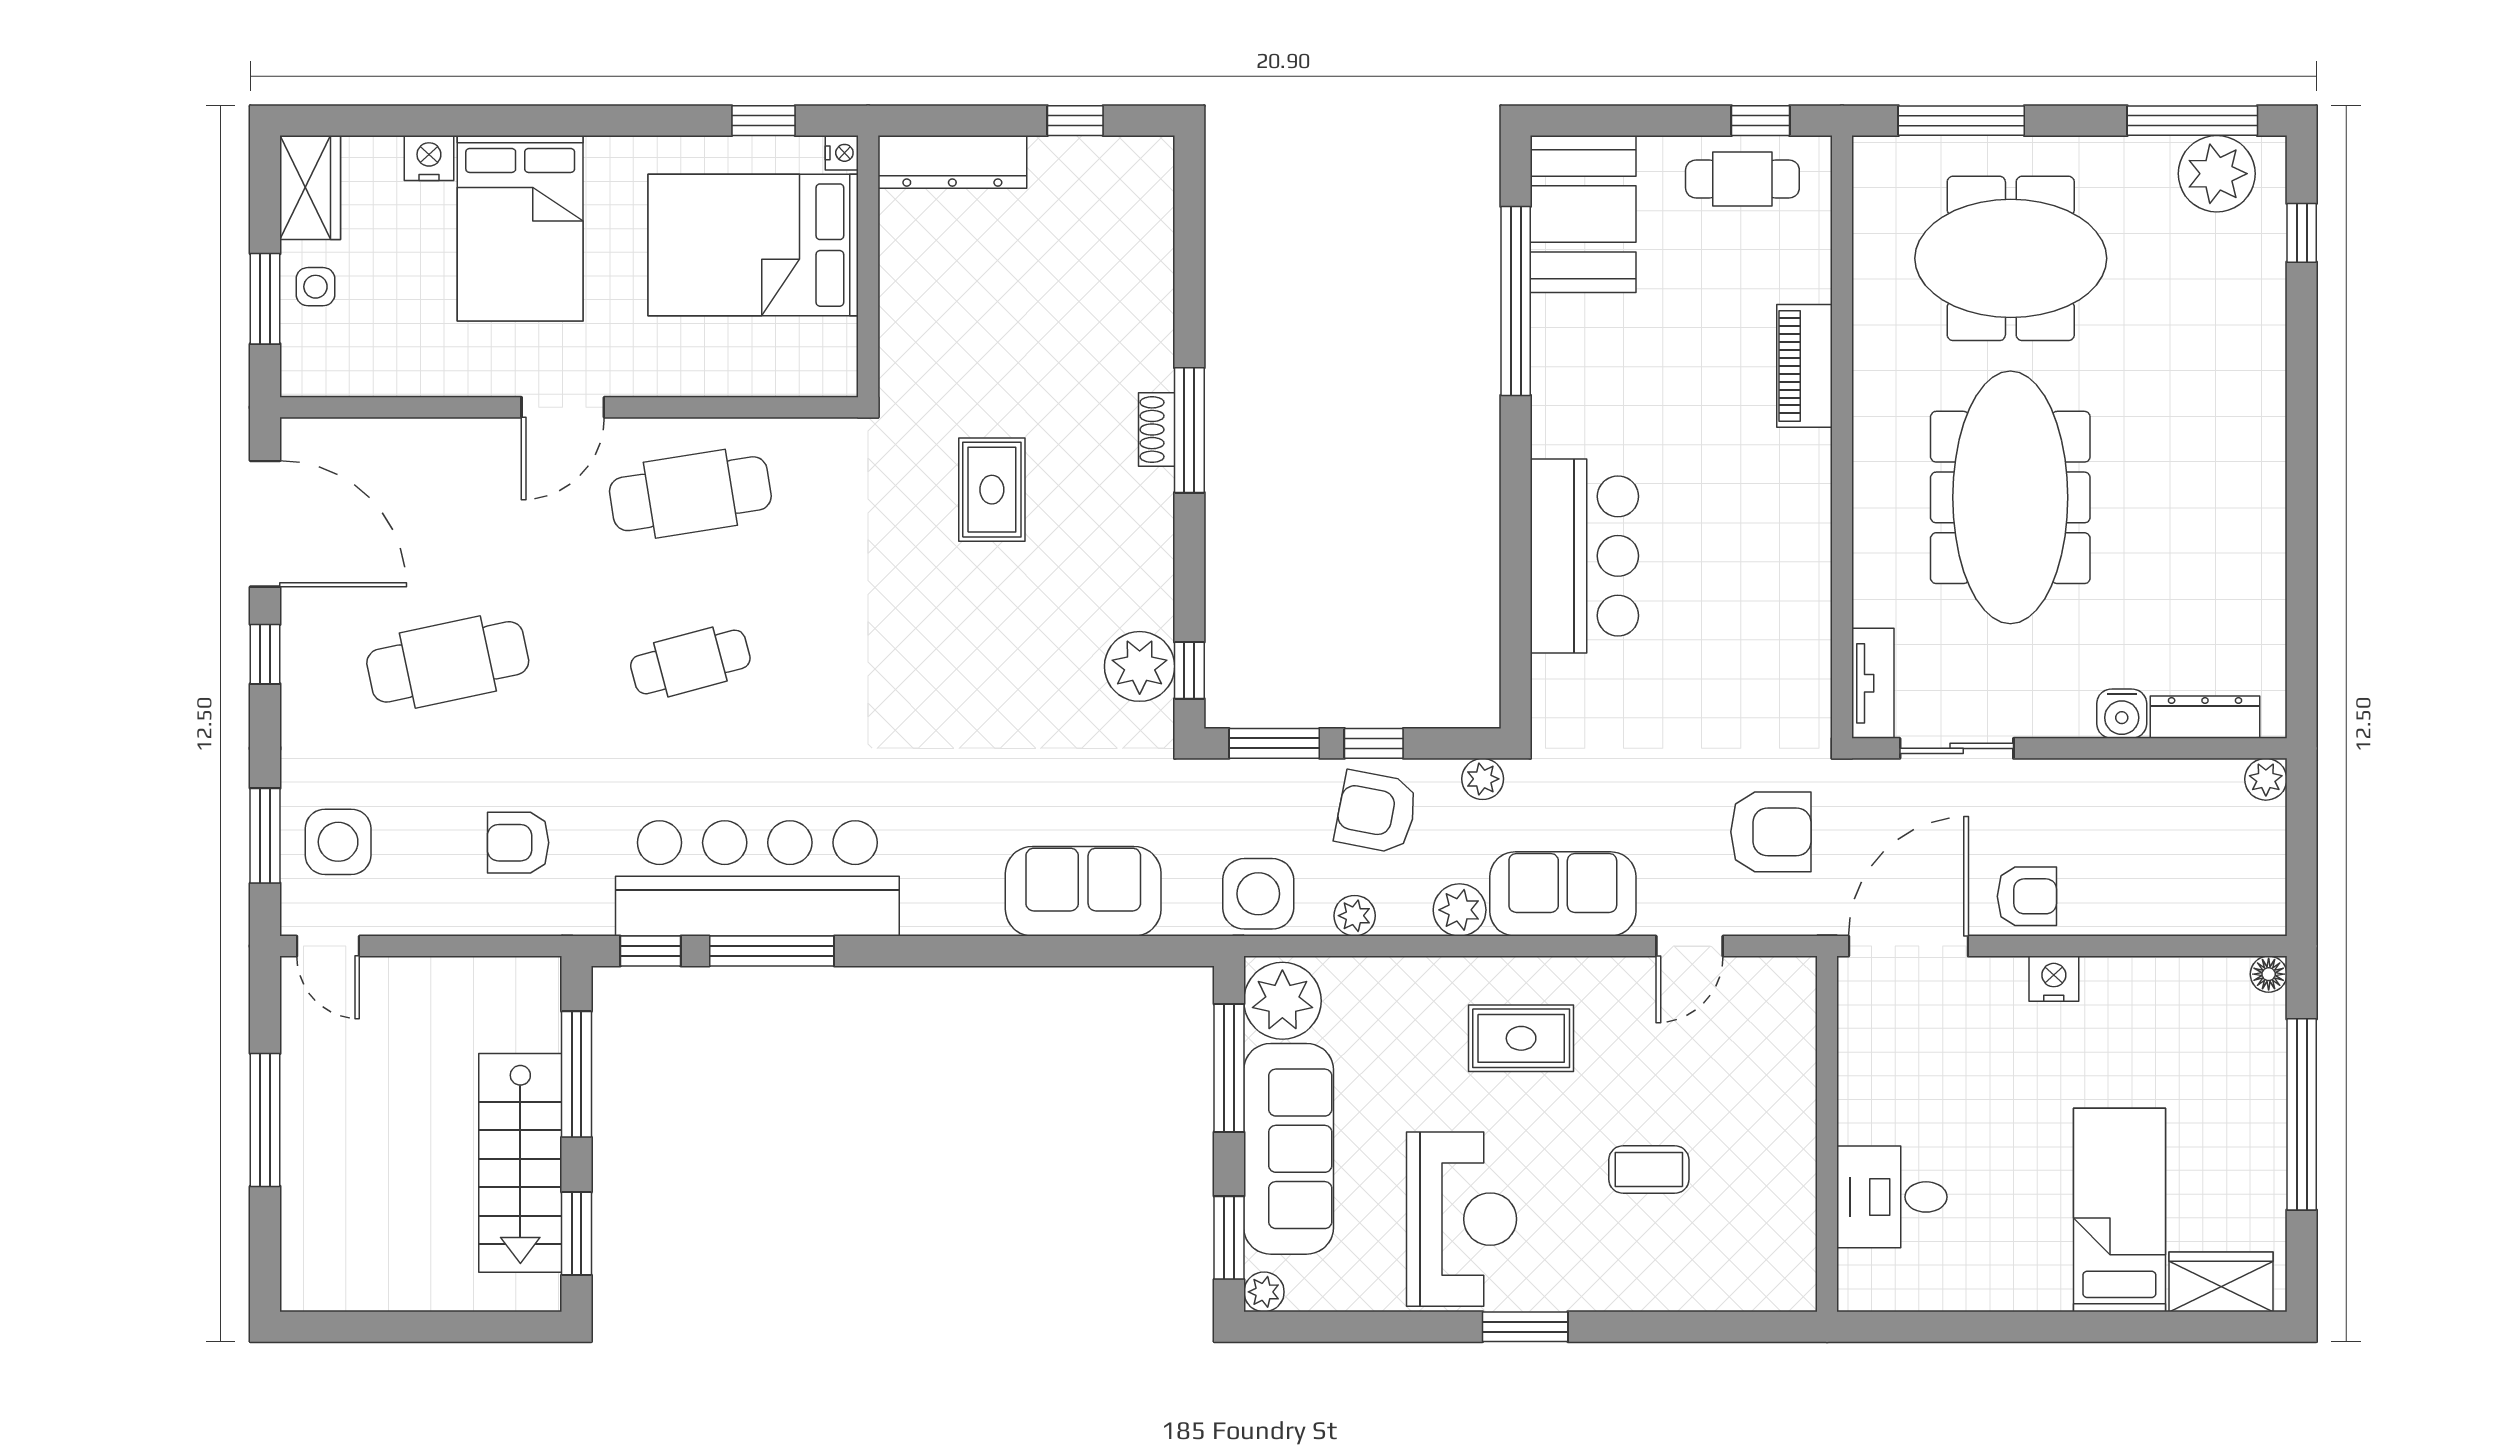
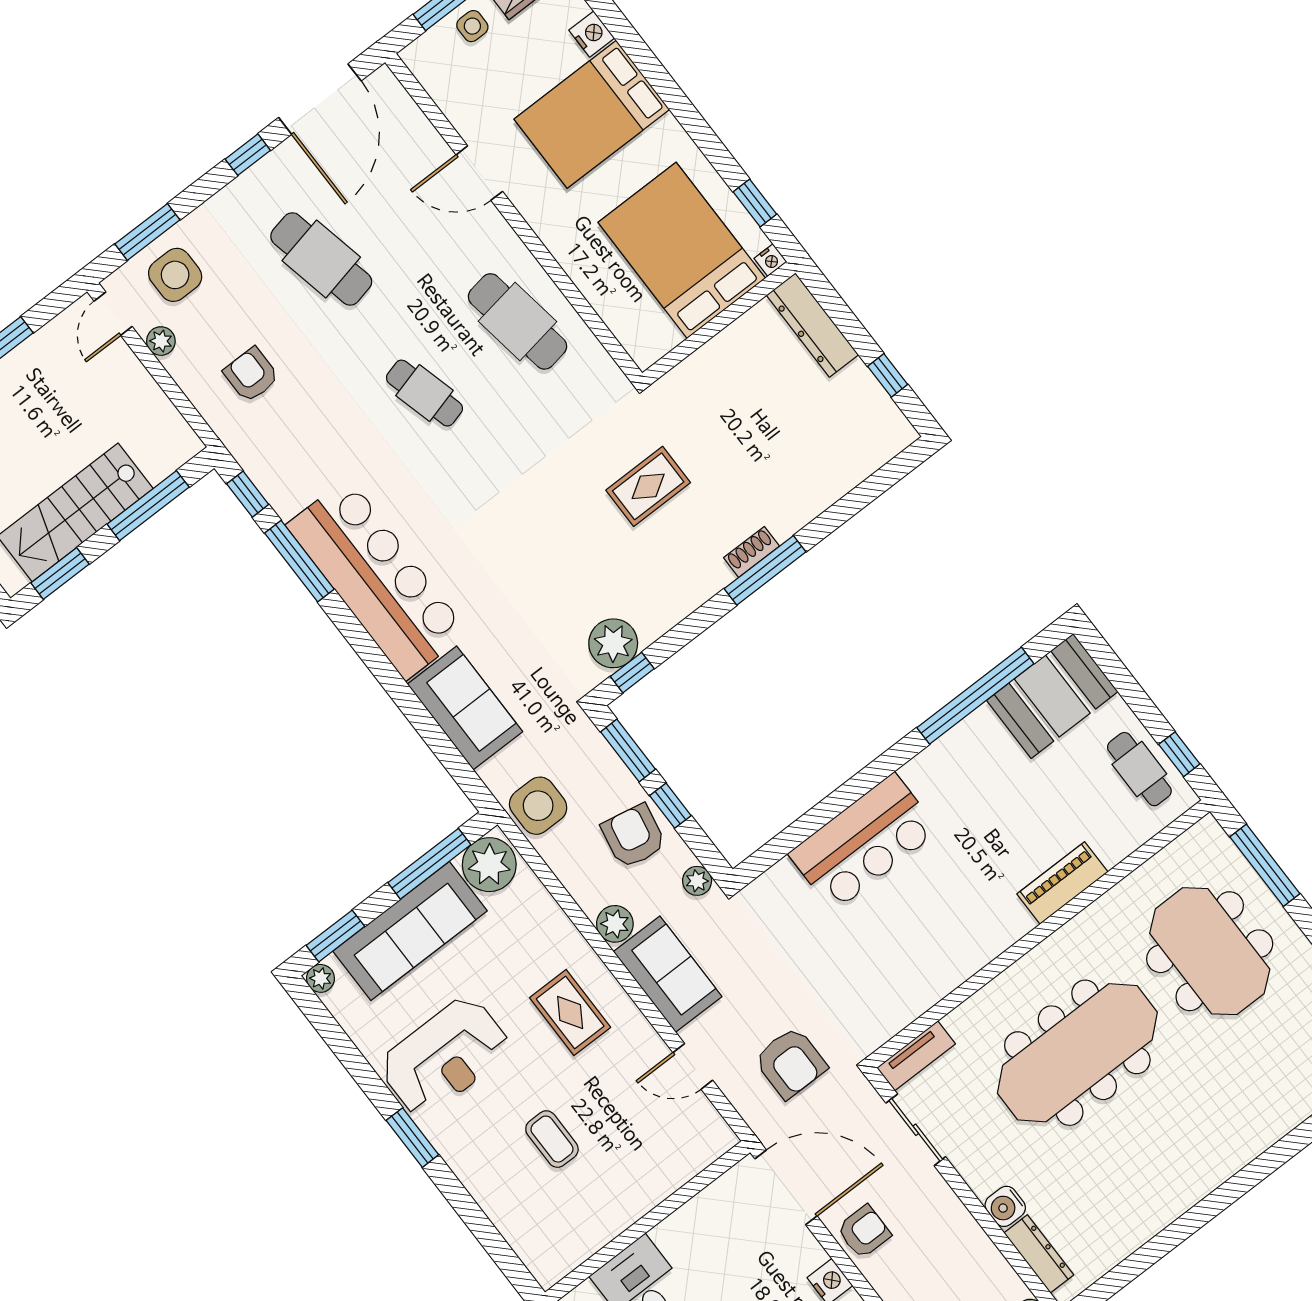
door: (563, 407) -> (479, 173), moved
bar counter: (757, 878) -> (377, 579), moved
armchair: (2027, 896) -> (864, 1232), turned -90
plant: (1355, 916) -> (161, 341), moved

